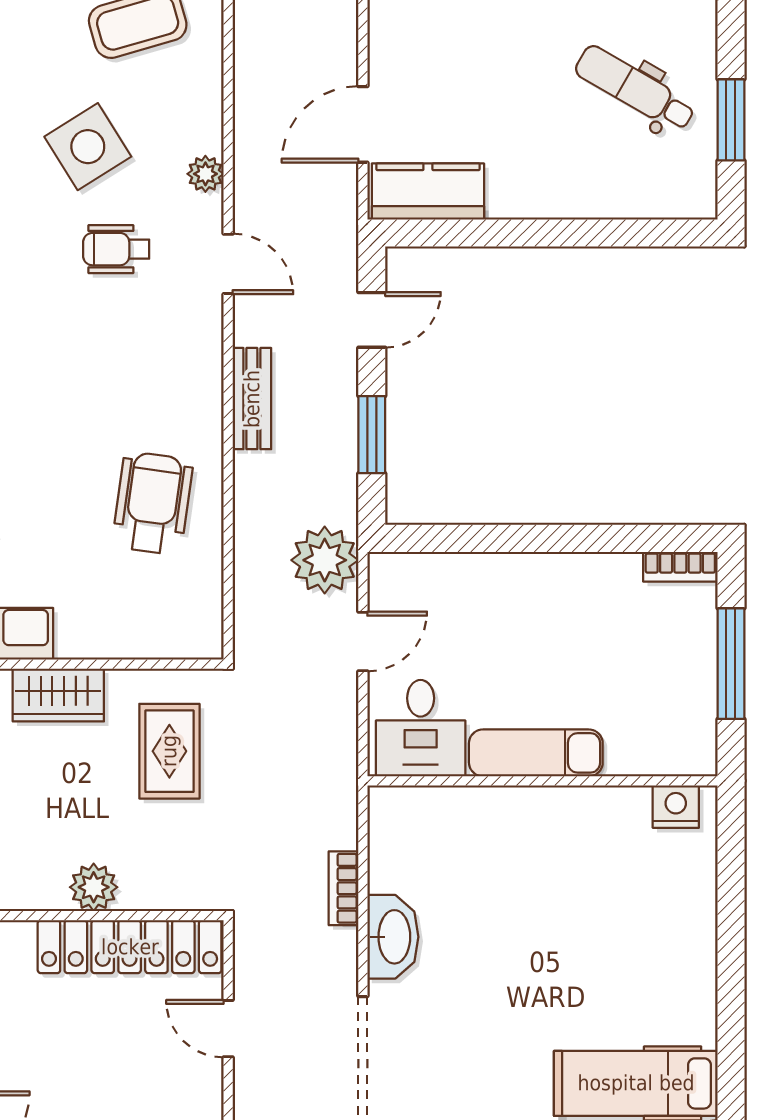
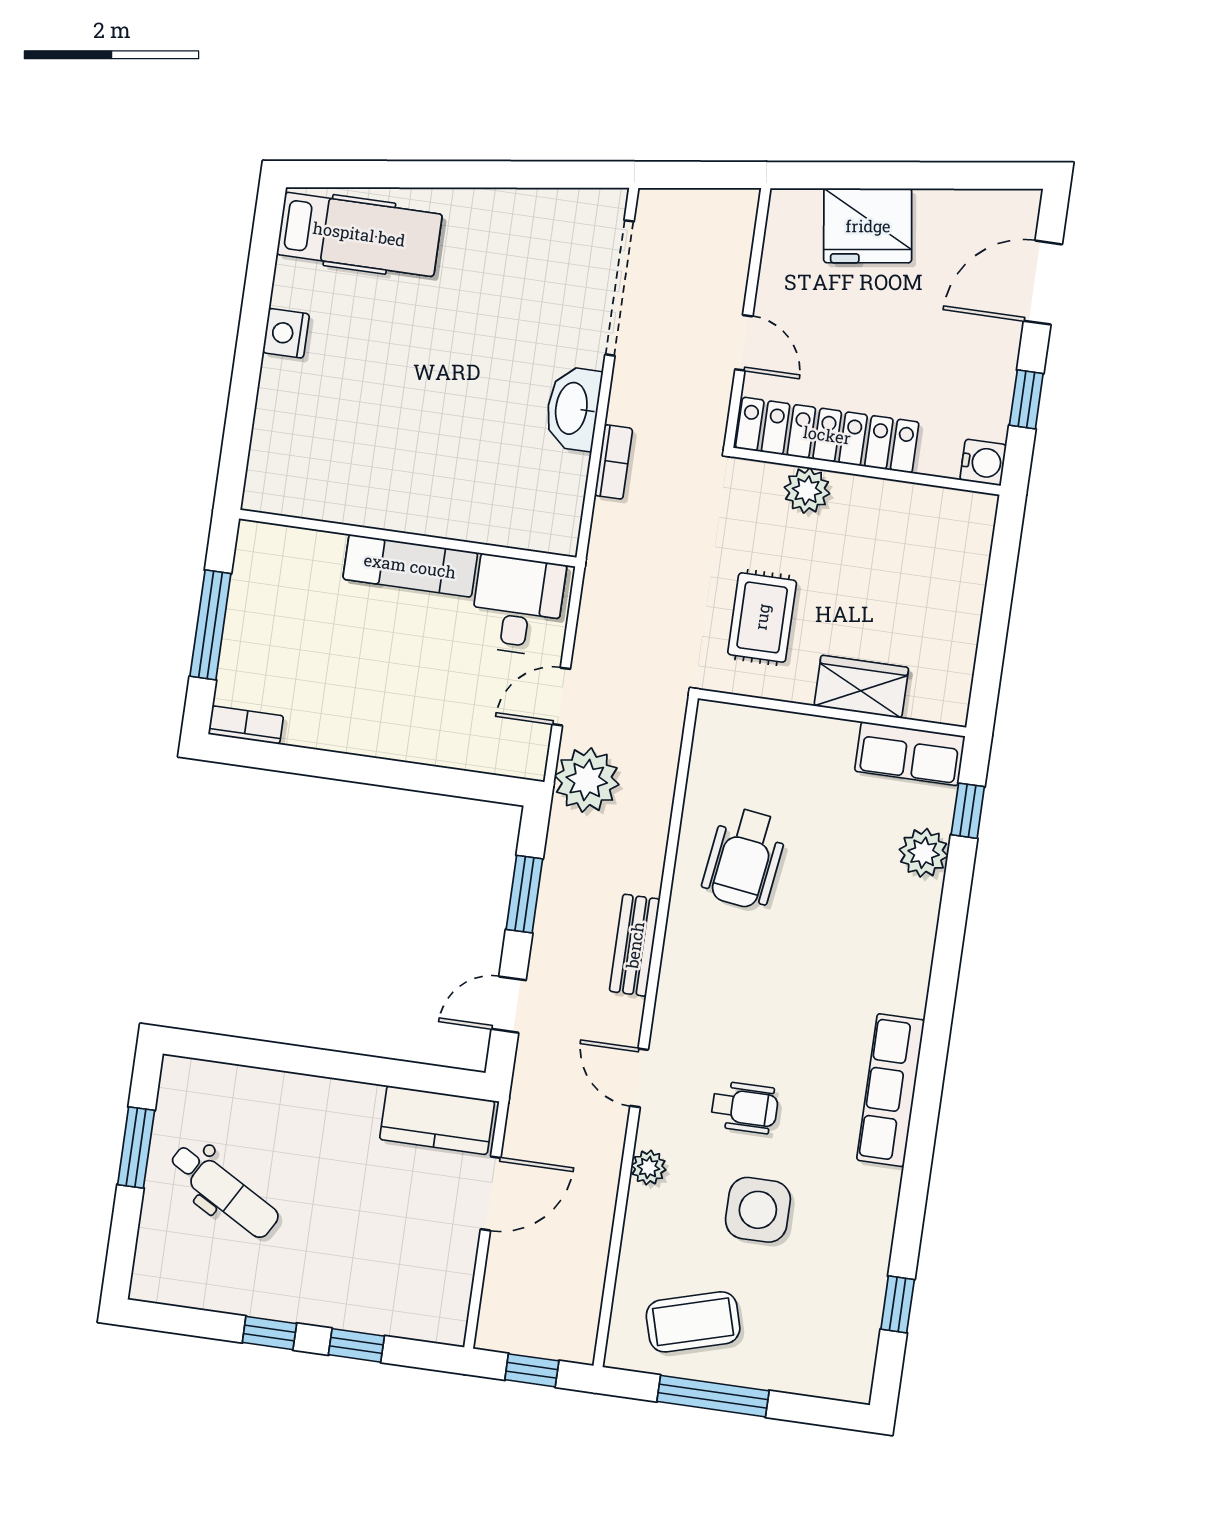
side table: (88, 147) -> (758, 1210), turned 32
nightstand: (676, 807) -> (286, 333), moved, turned 90
plant: (94, 887) -> (807, 490), moved

